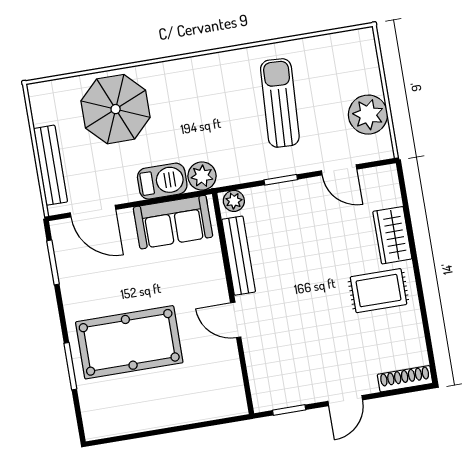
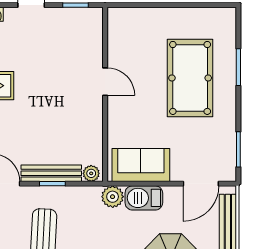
door: (93, 211) -> (201, 184), swing flipped
bench: (239, 256) -> (51, 173), moved, turned 90
pool table: (129, 342) -> (190, 78), turned 90

